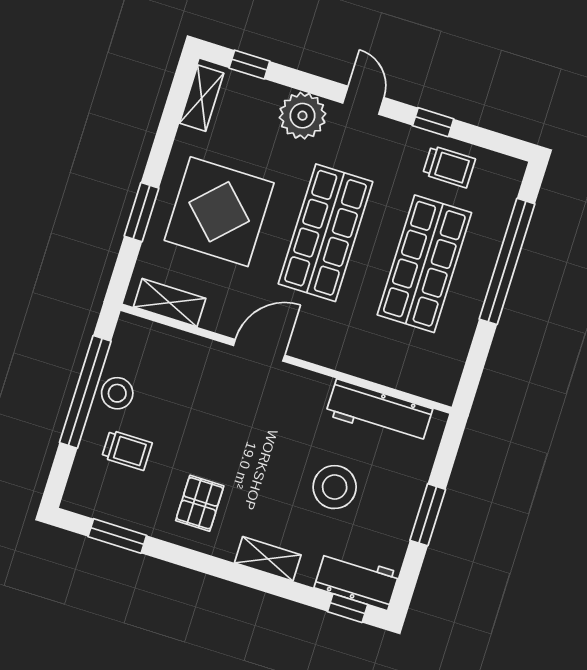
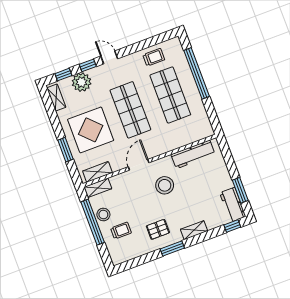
plant: (302, 116) -> (82, 82), moved
window: (433, 122) -> (88, 65), moved
shelving: (146, 334) -> (98, 188), added
stool: (335, 487) -> (165, 185), moved
pallet: (200, 503) -> (158, 229), turned 90
window: (428, 515) -> (240, 190), moved
window: (117, 536) -> (172, 248), moved
workbench: (357, 580) -> (233, 205), moved, turned -90

